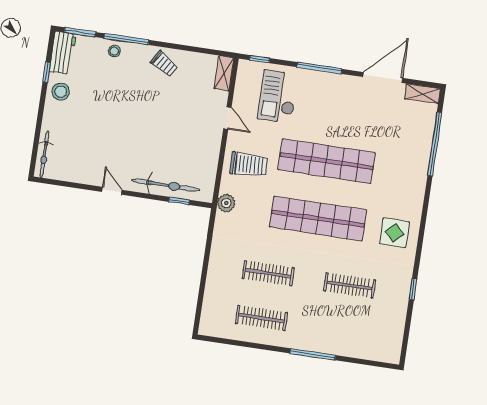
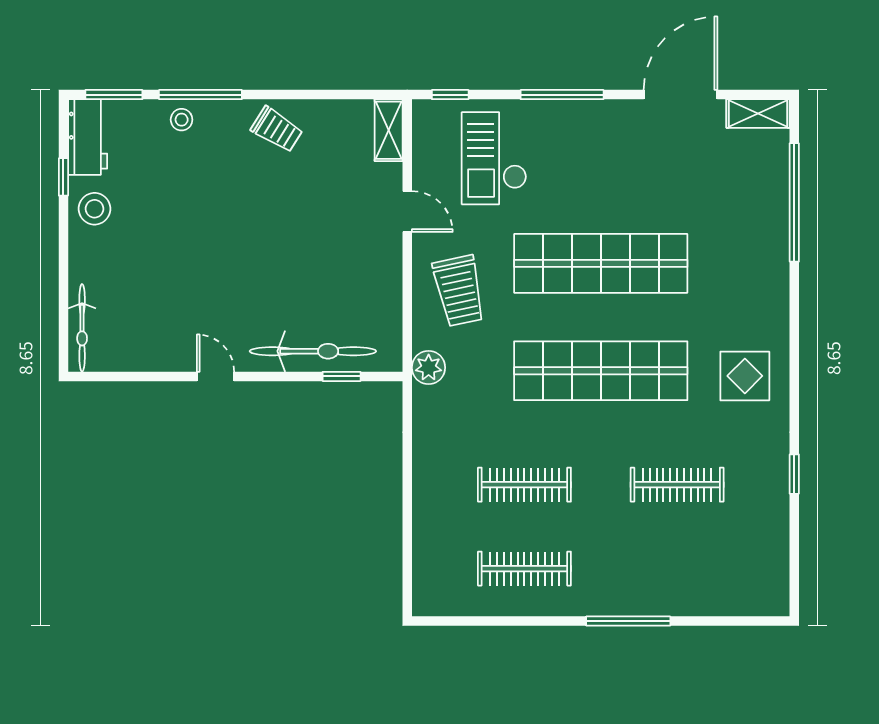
trolley: (249, 164) -> (459, 291), turned 80

